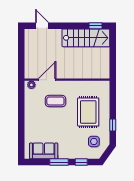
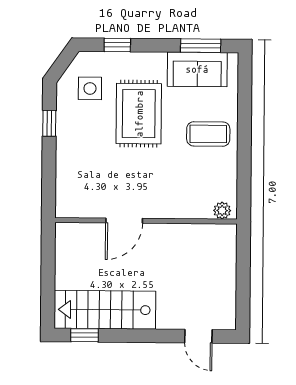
door: (47, 80) -> (124, 221), moved
coffee table: (55, 101) -> (208, 134), moved
rug: (88, 112) -> (139, 114), moved
window: (59, 162) -> (201, 46), moved

